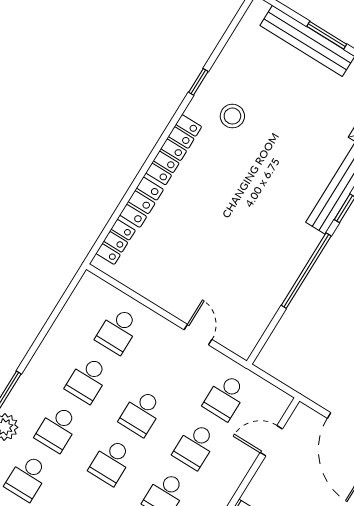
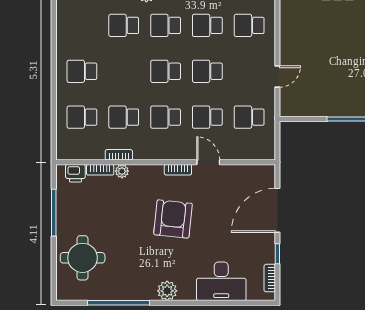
door: (271, 441) -> (208, 162), moved

